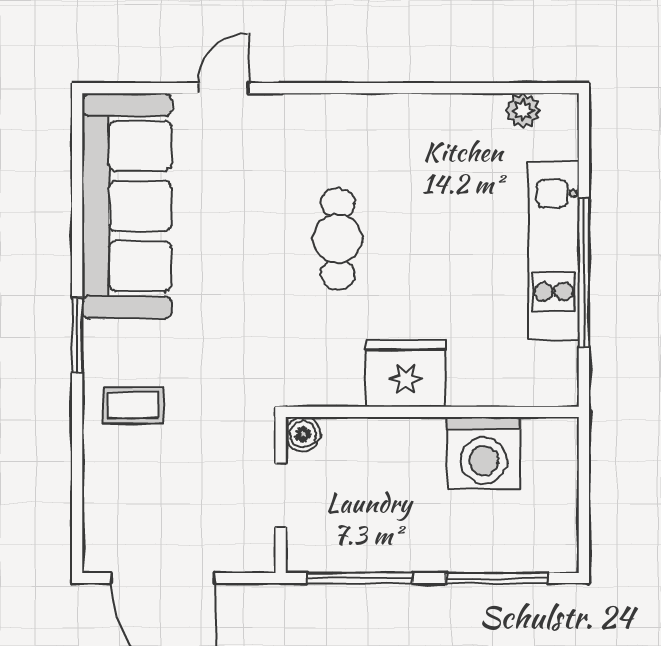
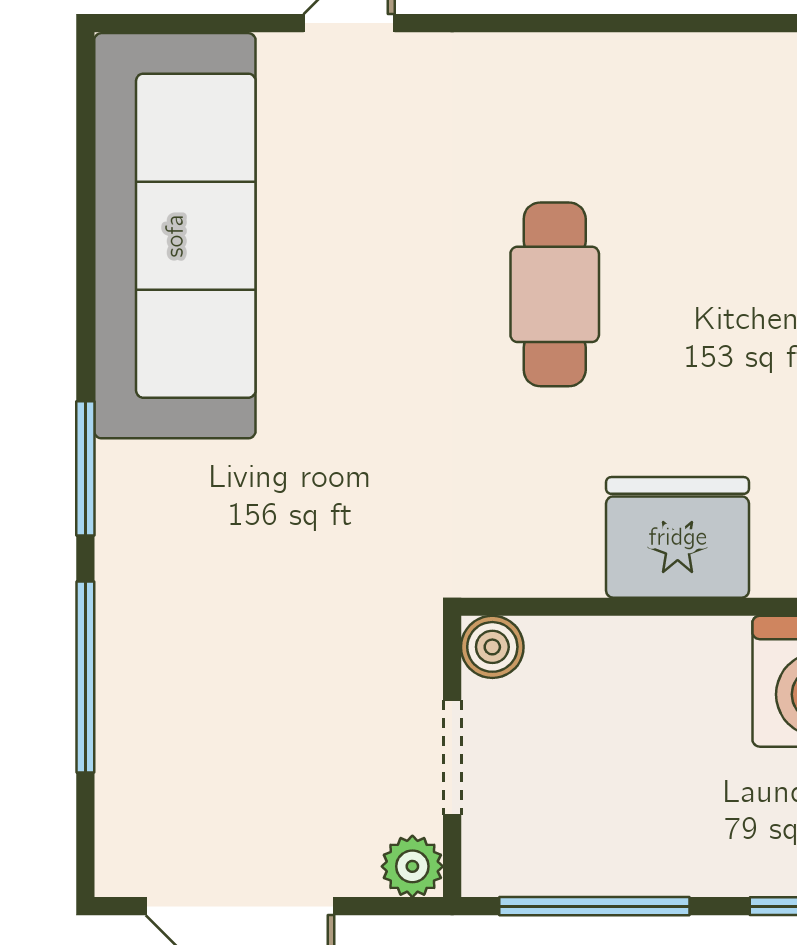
coffee table: (133, 406) -> (186, 595), removed
window: (77, 451) -> (85, 677), added
plant: (259, 556) -> (412, 866), added

